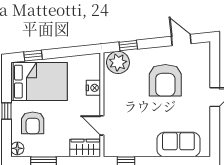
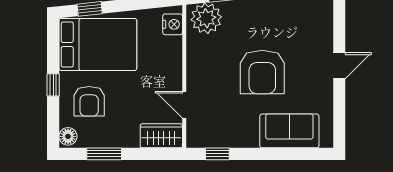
armchair: (165, 80) -> (262, 72), moved
nightstand: (93, 88) -> (173, 24), moved

